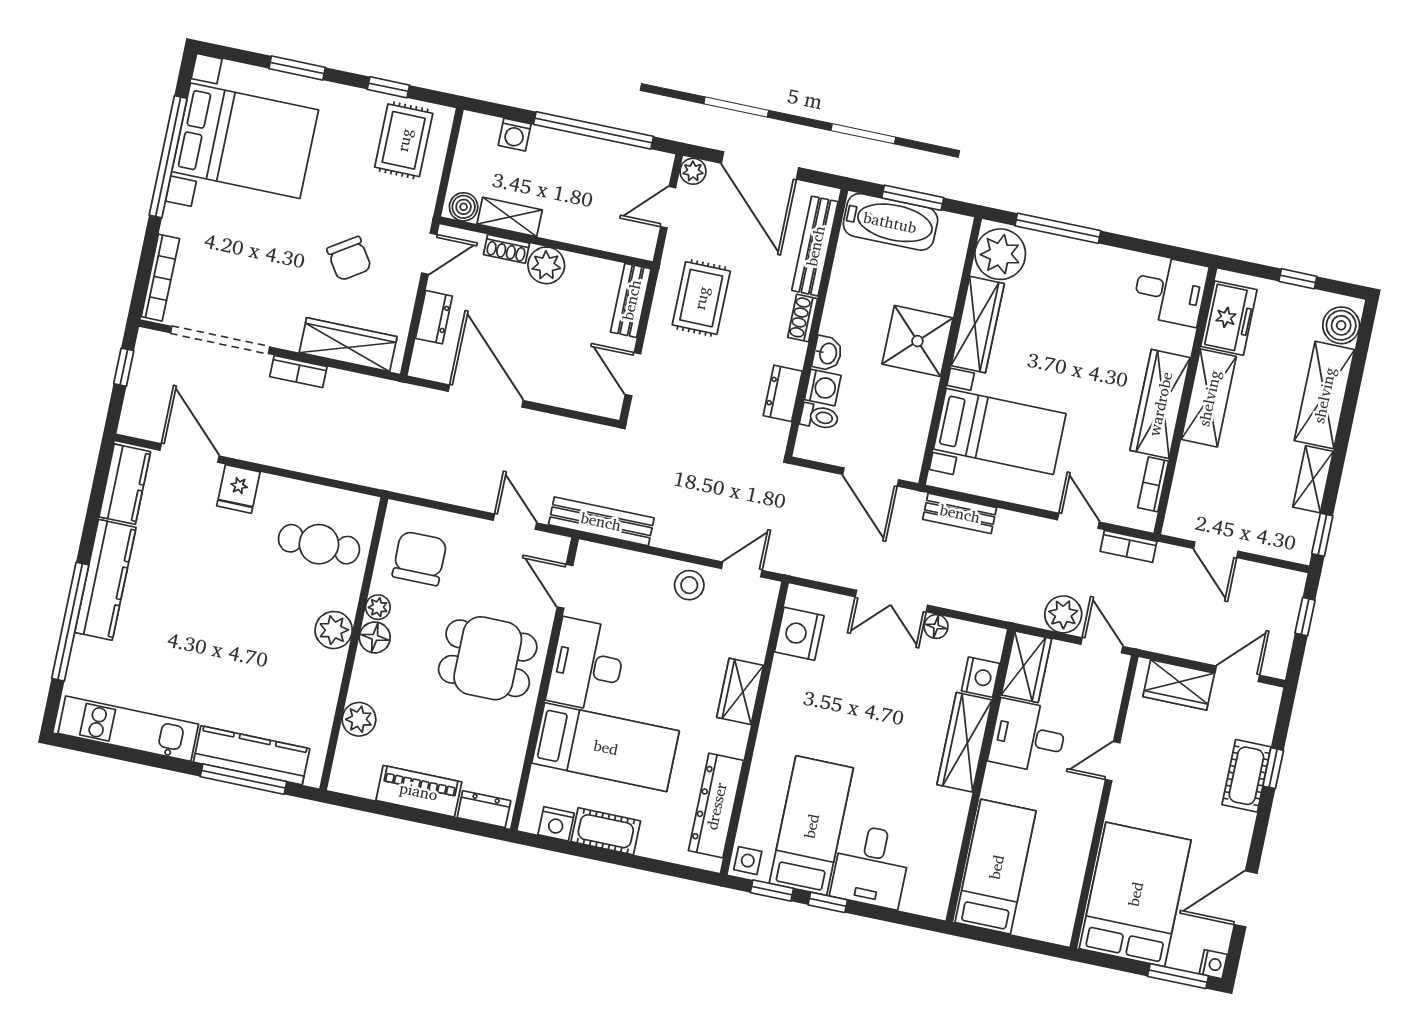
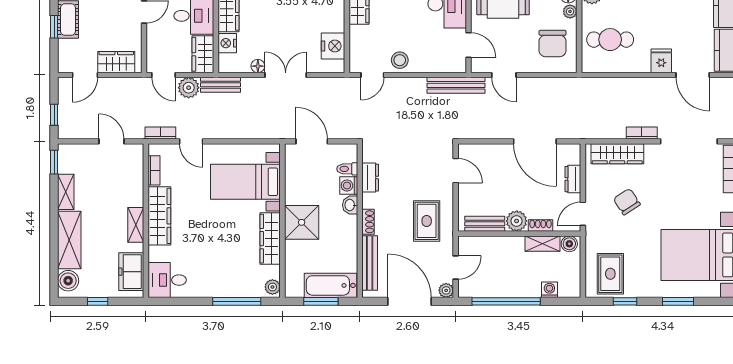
plant: (1000, 254) -> (272, 287), width x0.53, depth x0.53
bench: (631, 300) -> (485, 224), moved, turned 90
shelving: (1209, 398) -> (136, 225), width x0.67, depth x0.75
bench: (960, 513) -> (220, 85), moved

